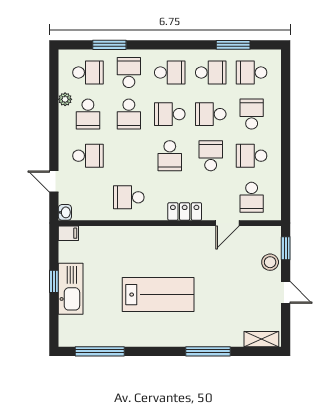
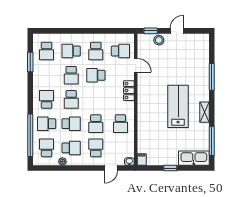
window: (109, 45) -> (30, 135), width x2.11
school desk: (211, 73) -> (47, 75), removed
school desk: (170, 156) -> (96, 124), moved, turned 90
kitchen sink: (71, 289) -> (194, 158), moved
shelving: (261, 339) -> (204, 112), moved

